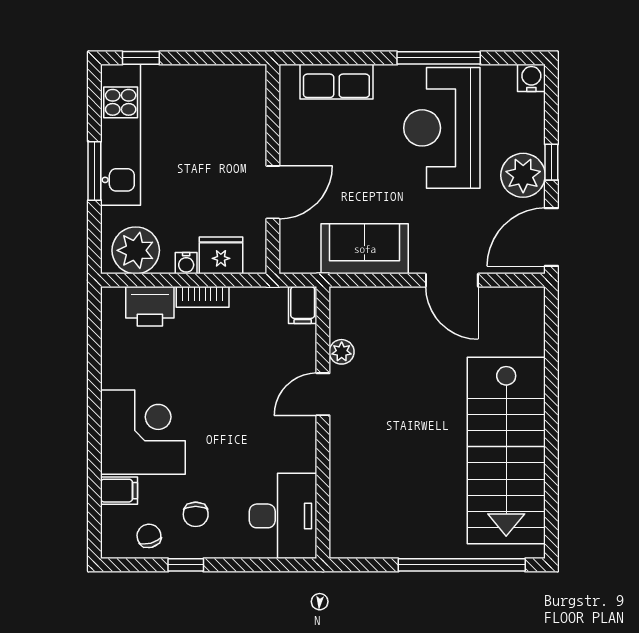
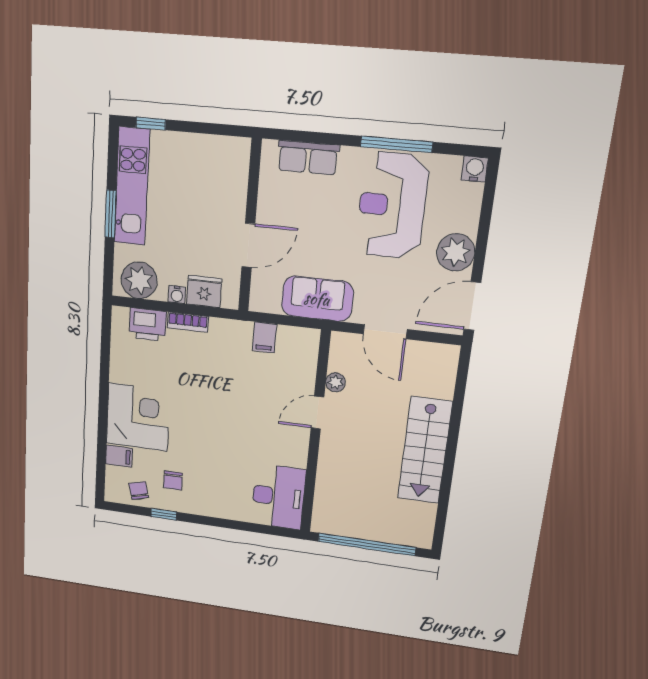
window: (551, 162) -> (482, 244), removed
plant: (342, 352) -> (335, 382), moved
door: (323, 394) -> (317, 413), moved
wall: (323, 423) -> (315, 434), moved
stairs: (506, 450) -> (425, 450), width x0.73, depth x0.66
desk: (283, 516) -> (278, 497), moved

